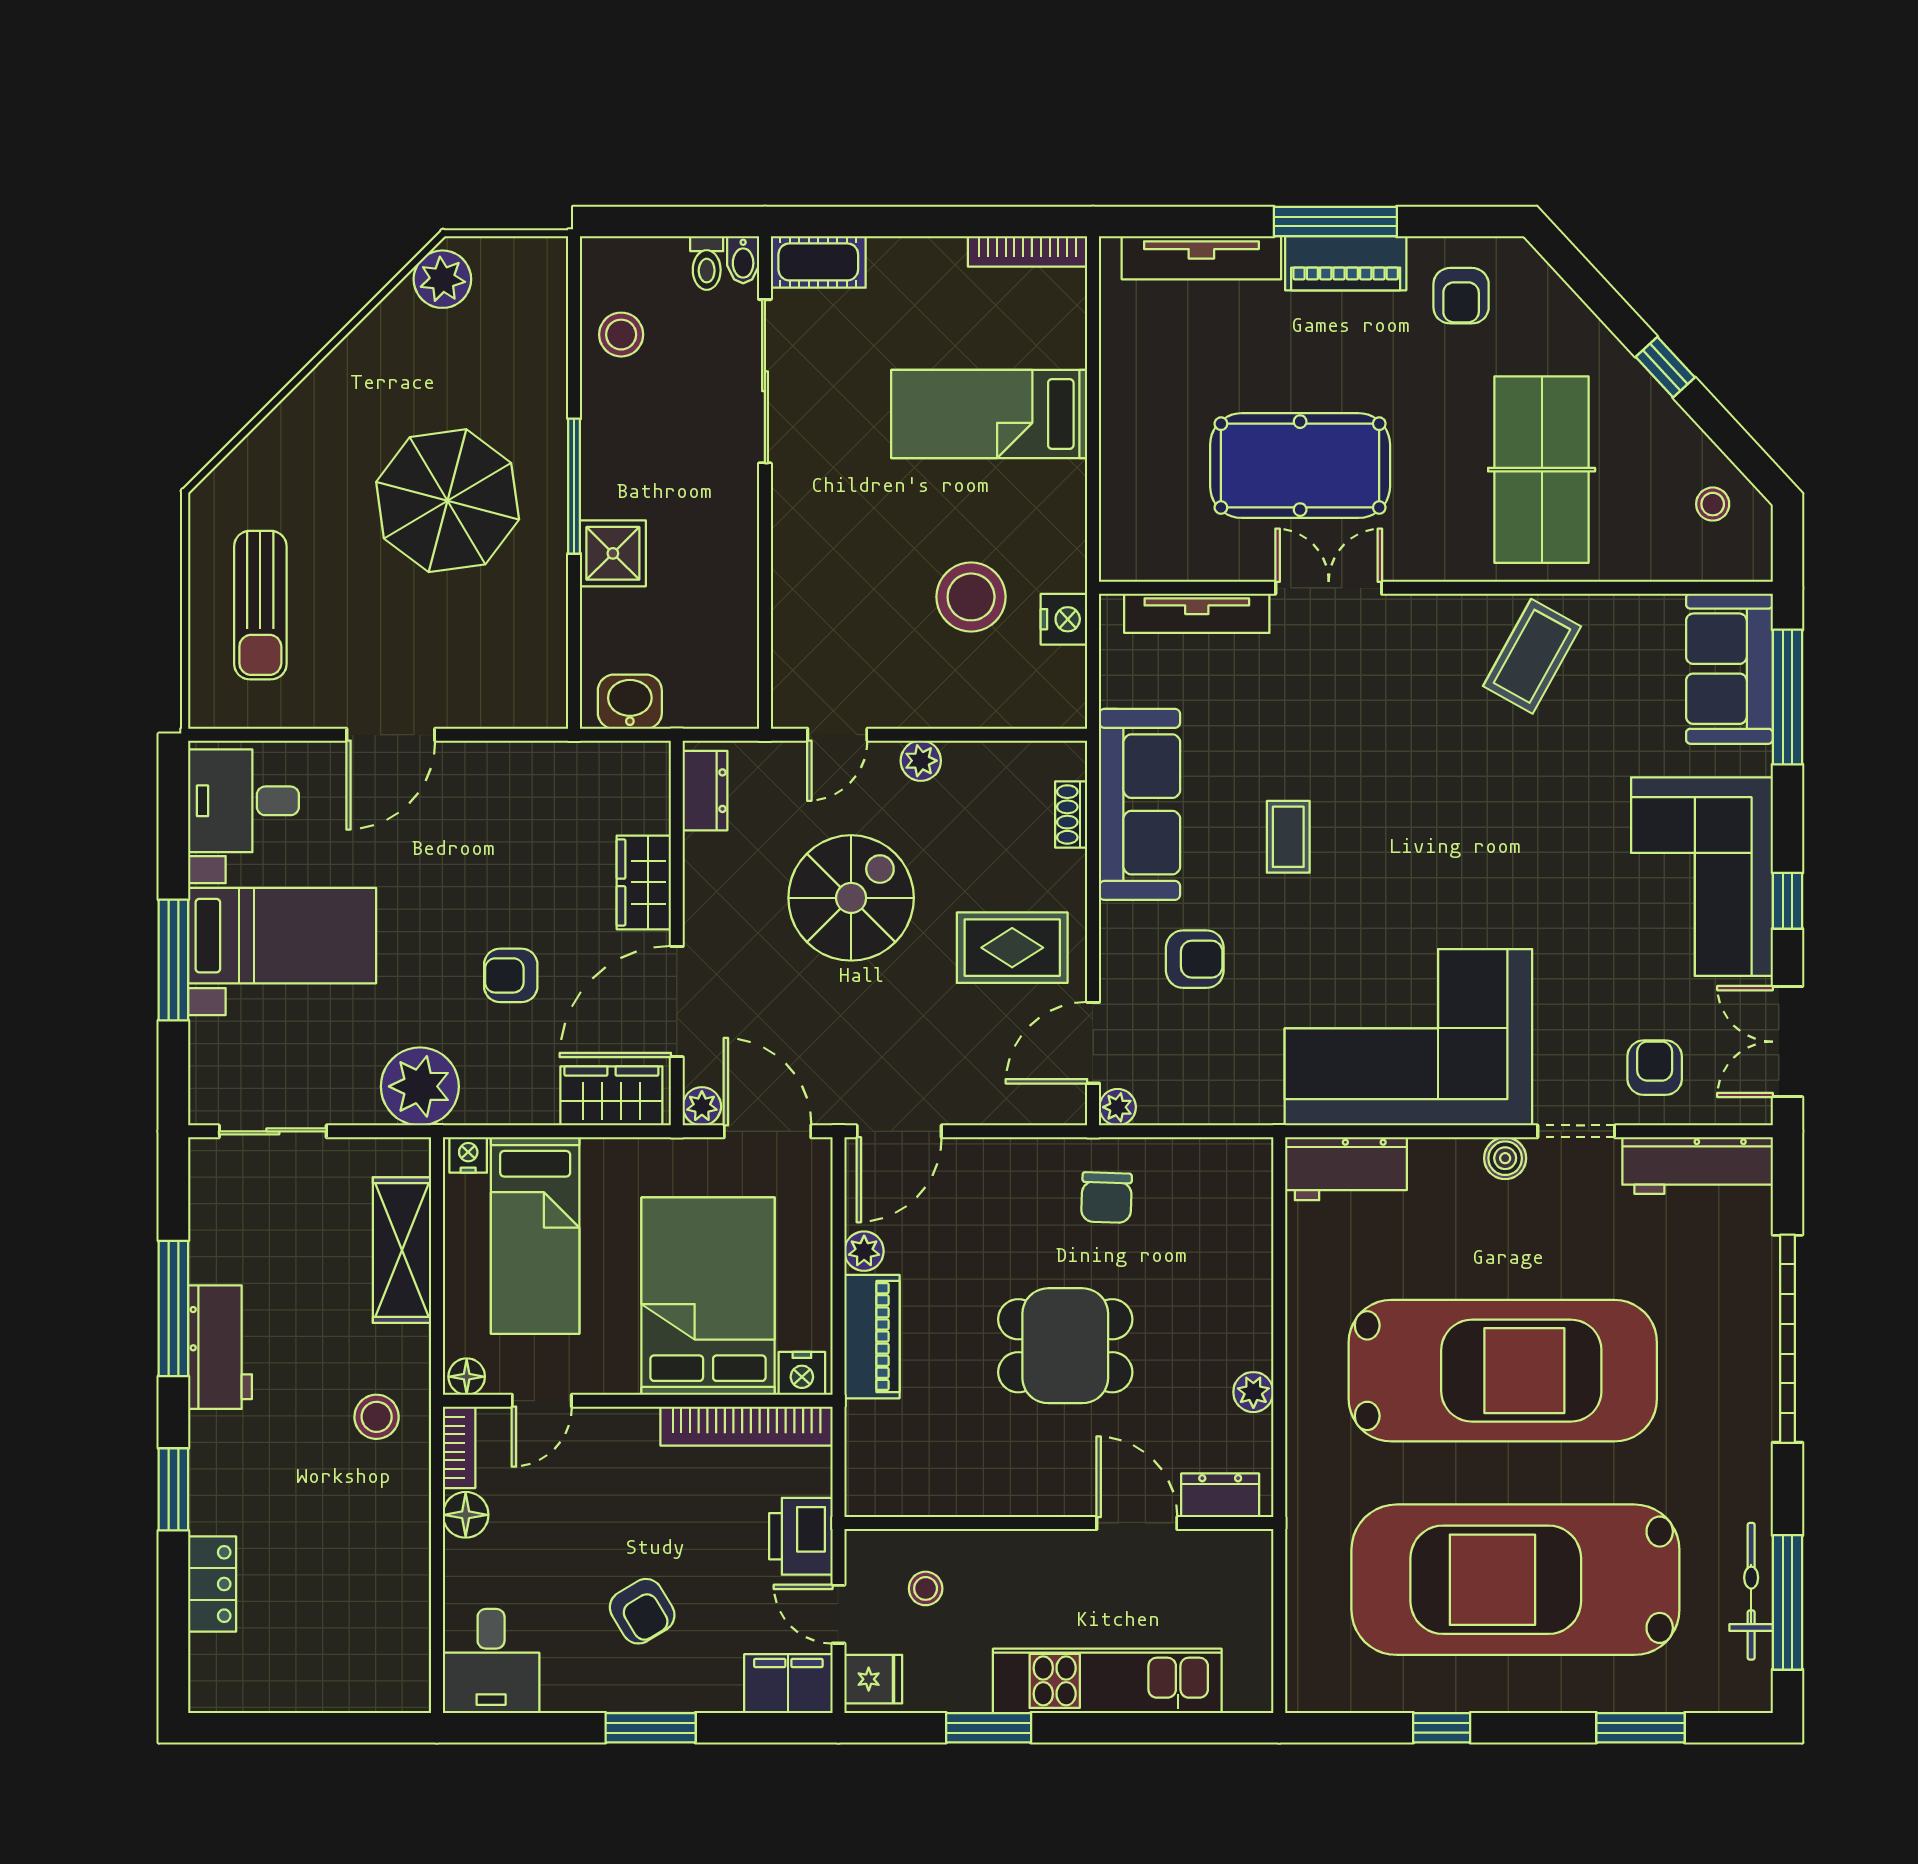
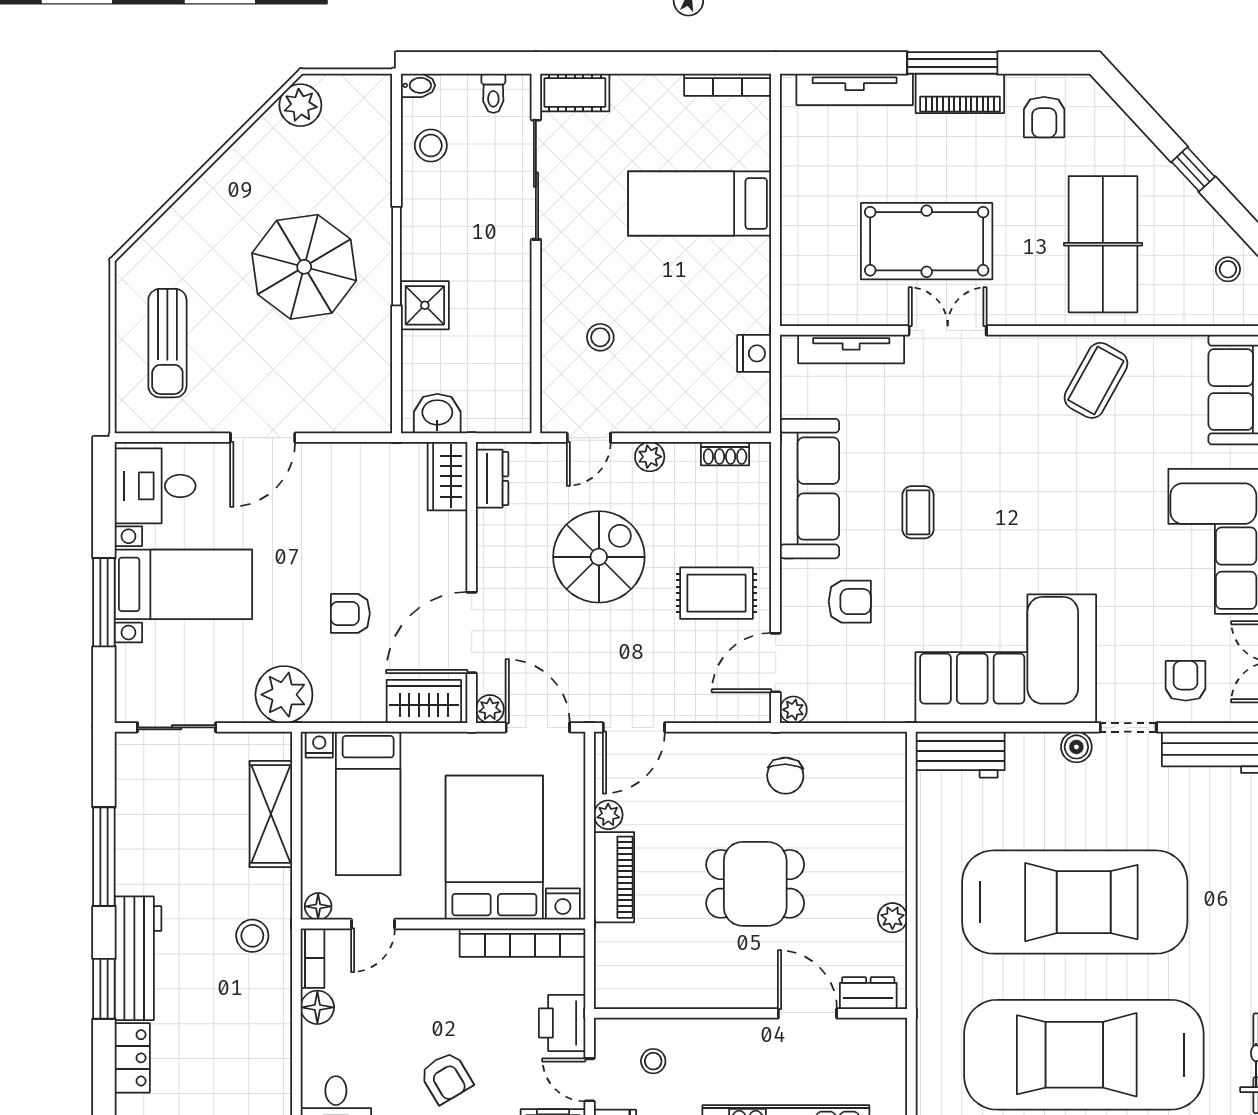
bidet: (743, 260) -> (418, 85), moved, turned -90
stool: (971, 597) -> (600, 337), moved, width x0.53, depth x0.53
shoe rack: (1071, 814) -> (725, 454), moved, turned -90
wardrobe: (644, 882) -> (447, 476), moved
workbench: (220, 1347) -> (138, 958), moved, width x1.37

